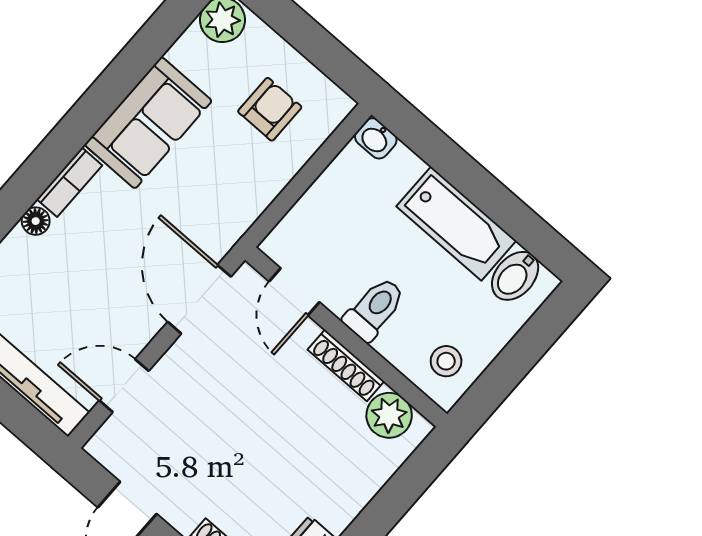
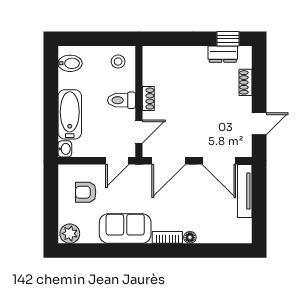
door: (276, 211) -> (117, 161), added
bathtub: (456, 224) -> (70, 114), moved
shoe rack: (346, 365) -> (148, 99), width x0.70
door: (124, 386) -> (219, 161), width x1.38
plant: (389, 415) -> (152, 65), removed

